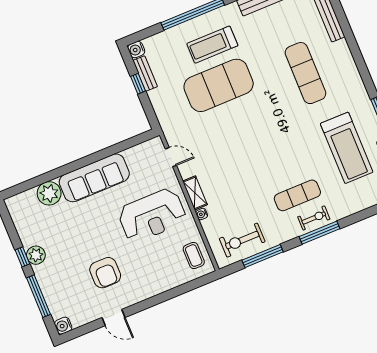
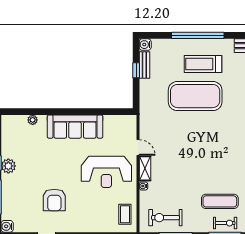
door: (171, 157) -> (138, 147), moved
plant: (49, 193) -> (33, 120), width x0.53, depth x0.53

